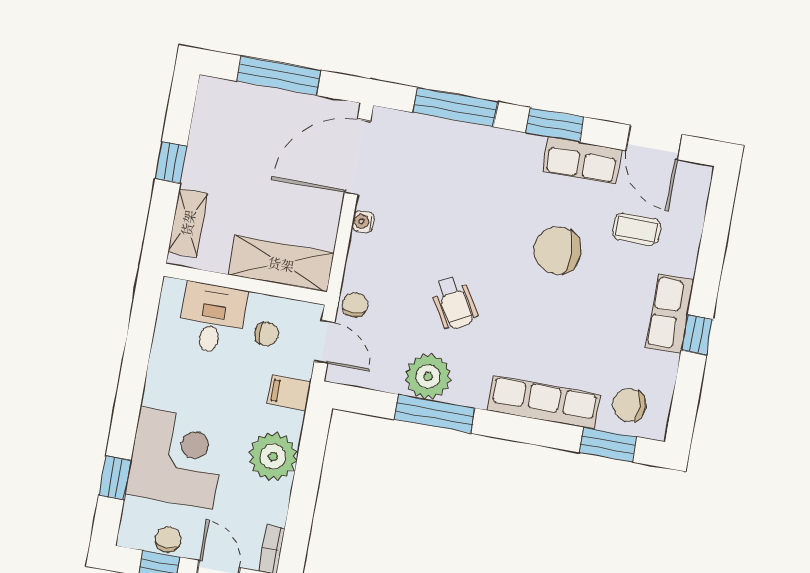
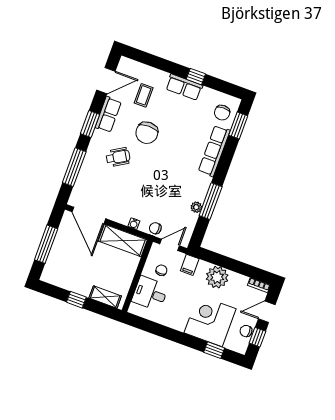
water cooler: (363, 222) -> (134, 224), moved
shelving: (281, 264) -> (123, 240), moved, turned 90
wheelchair: (454, 303) -> (118, 157), moved
plant: (428, 377) -> (196, 207), width x0.53, depth x0.53

